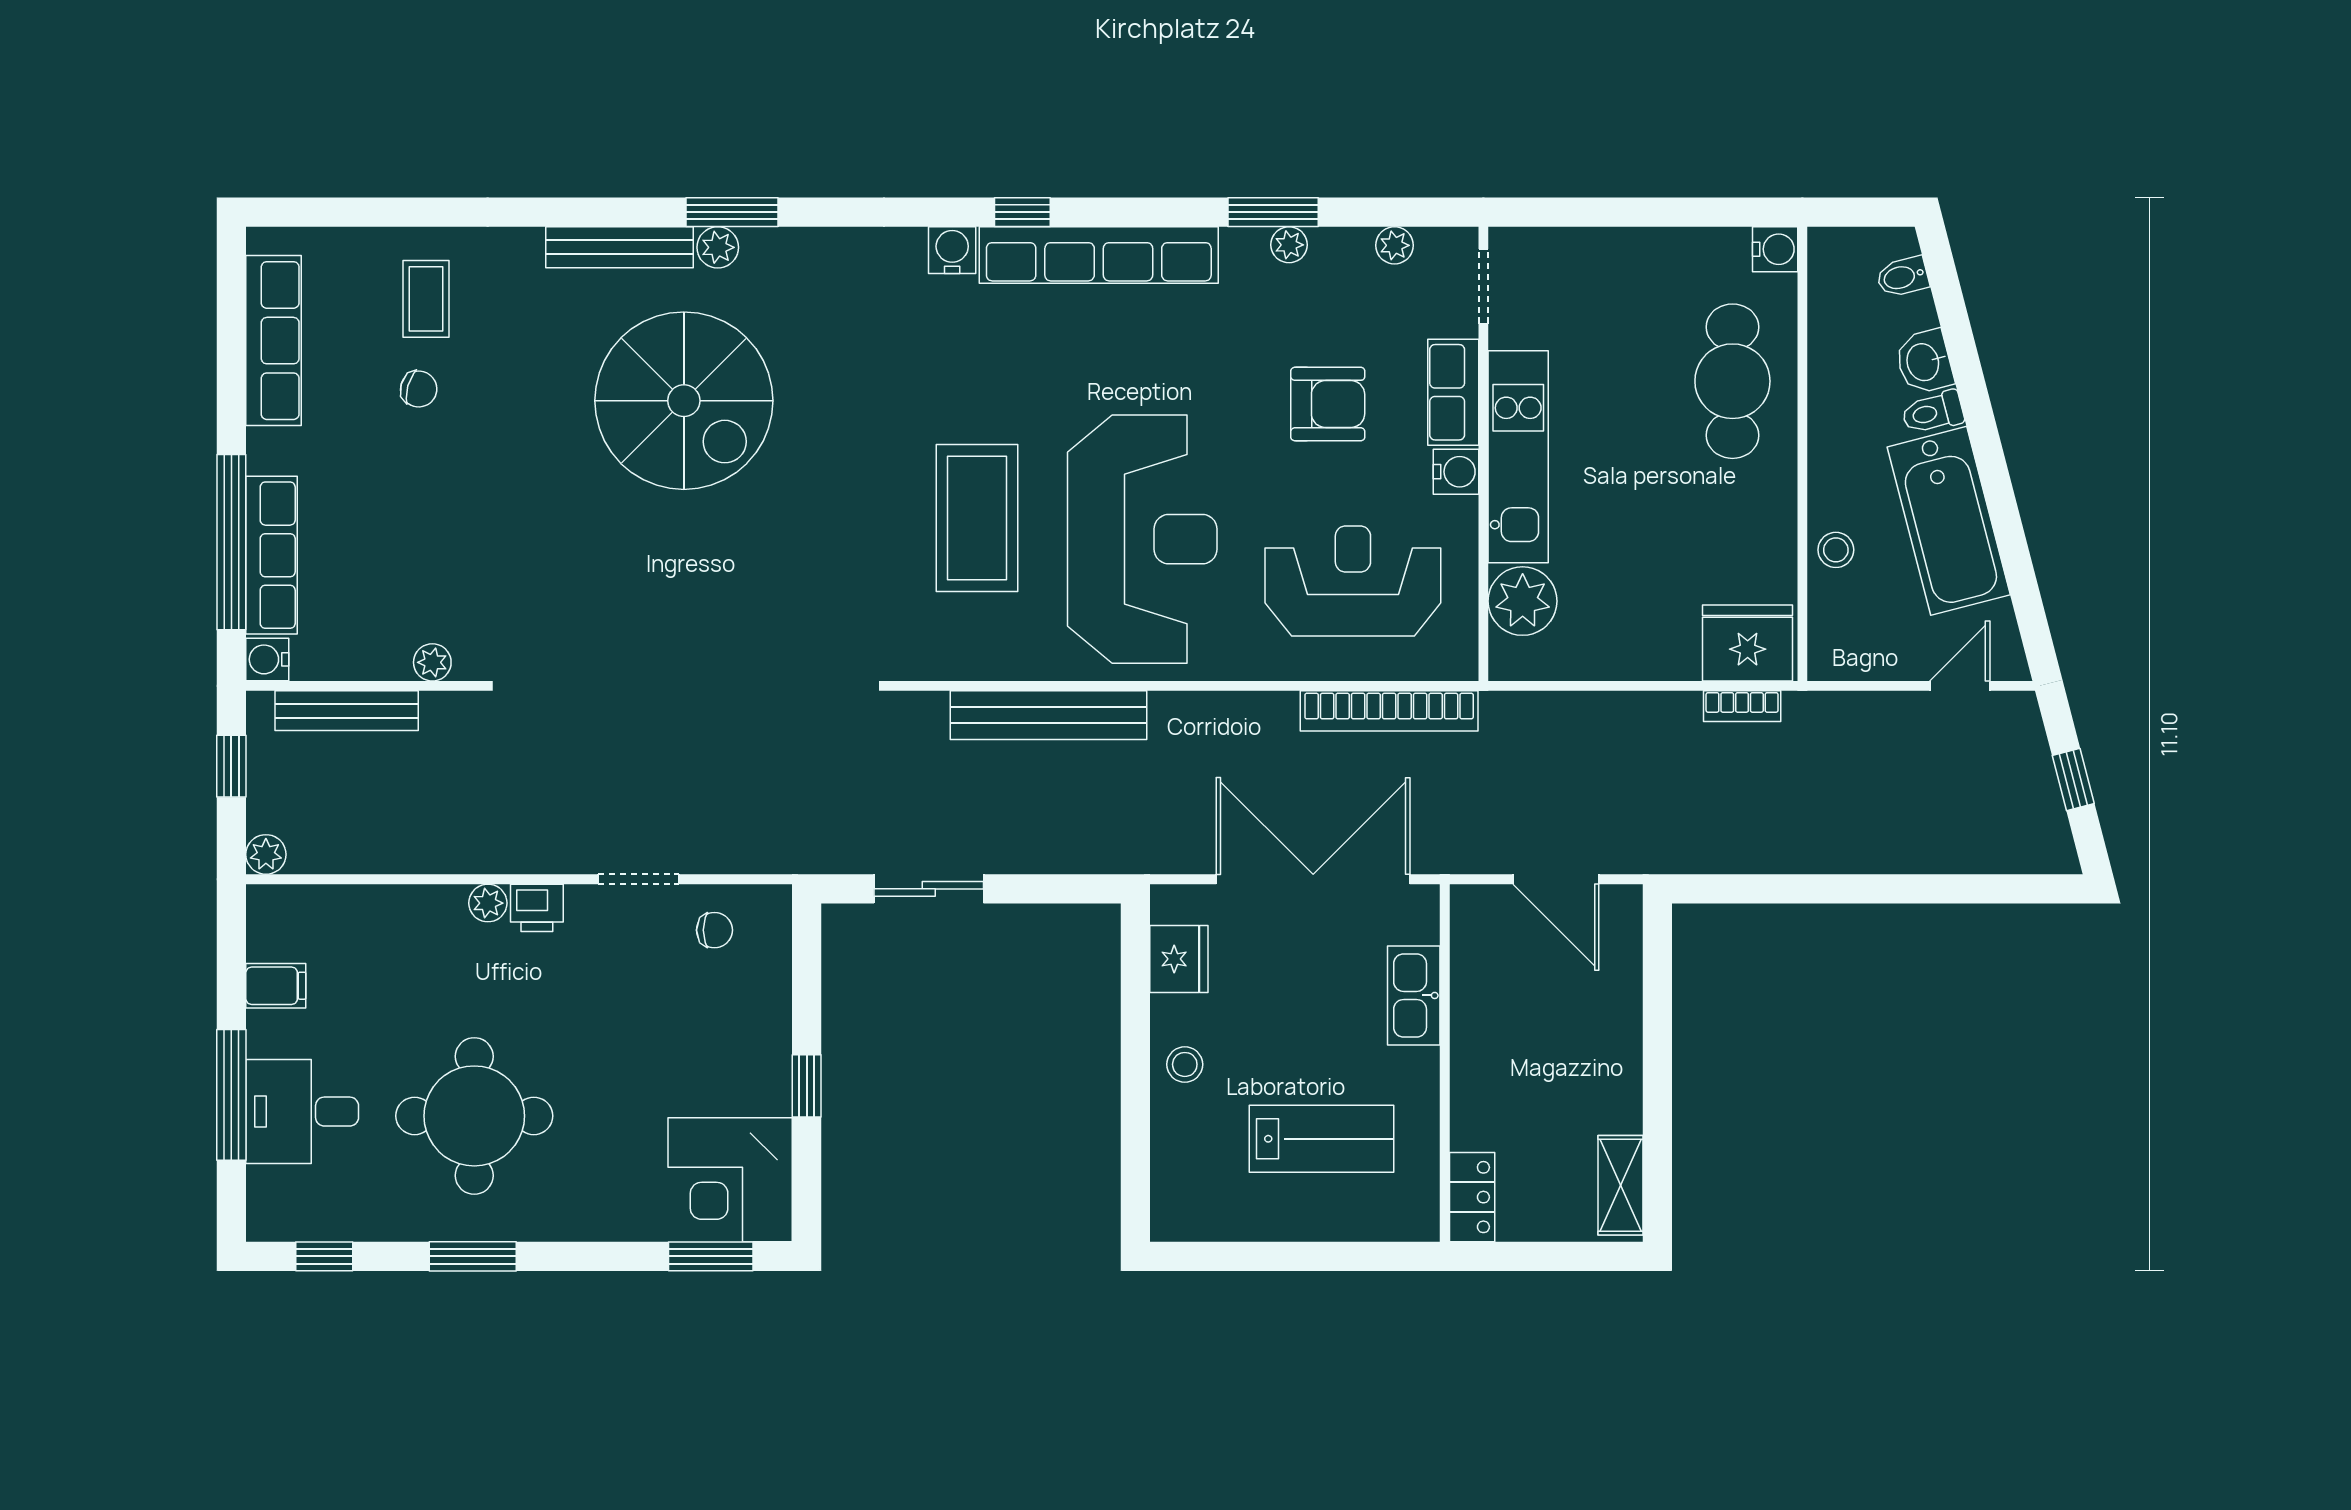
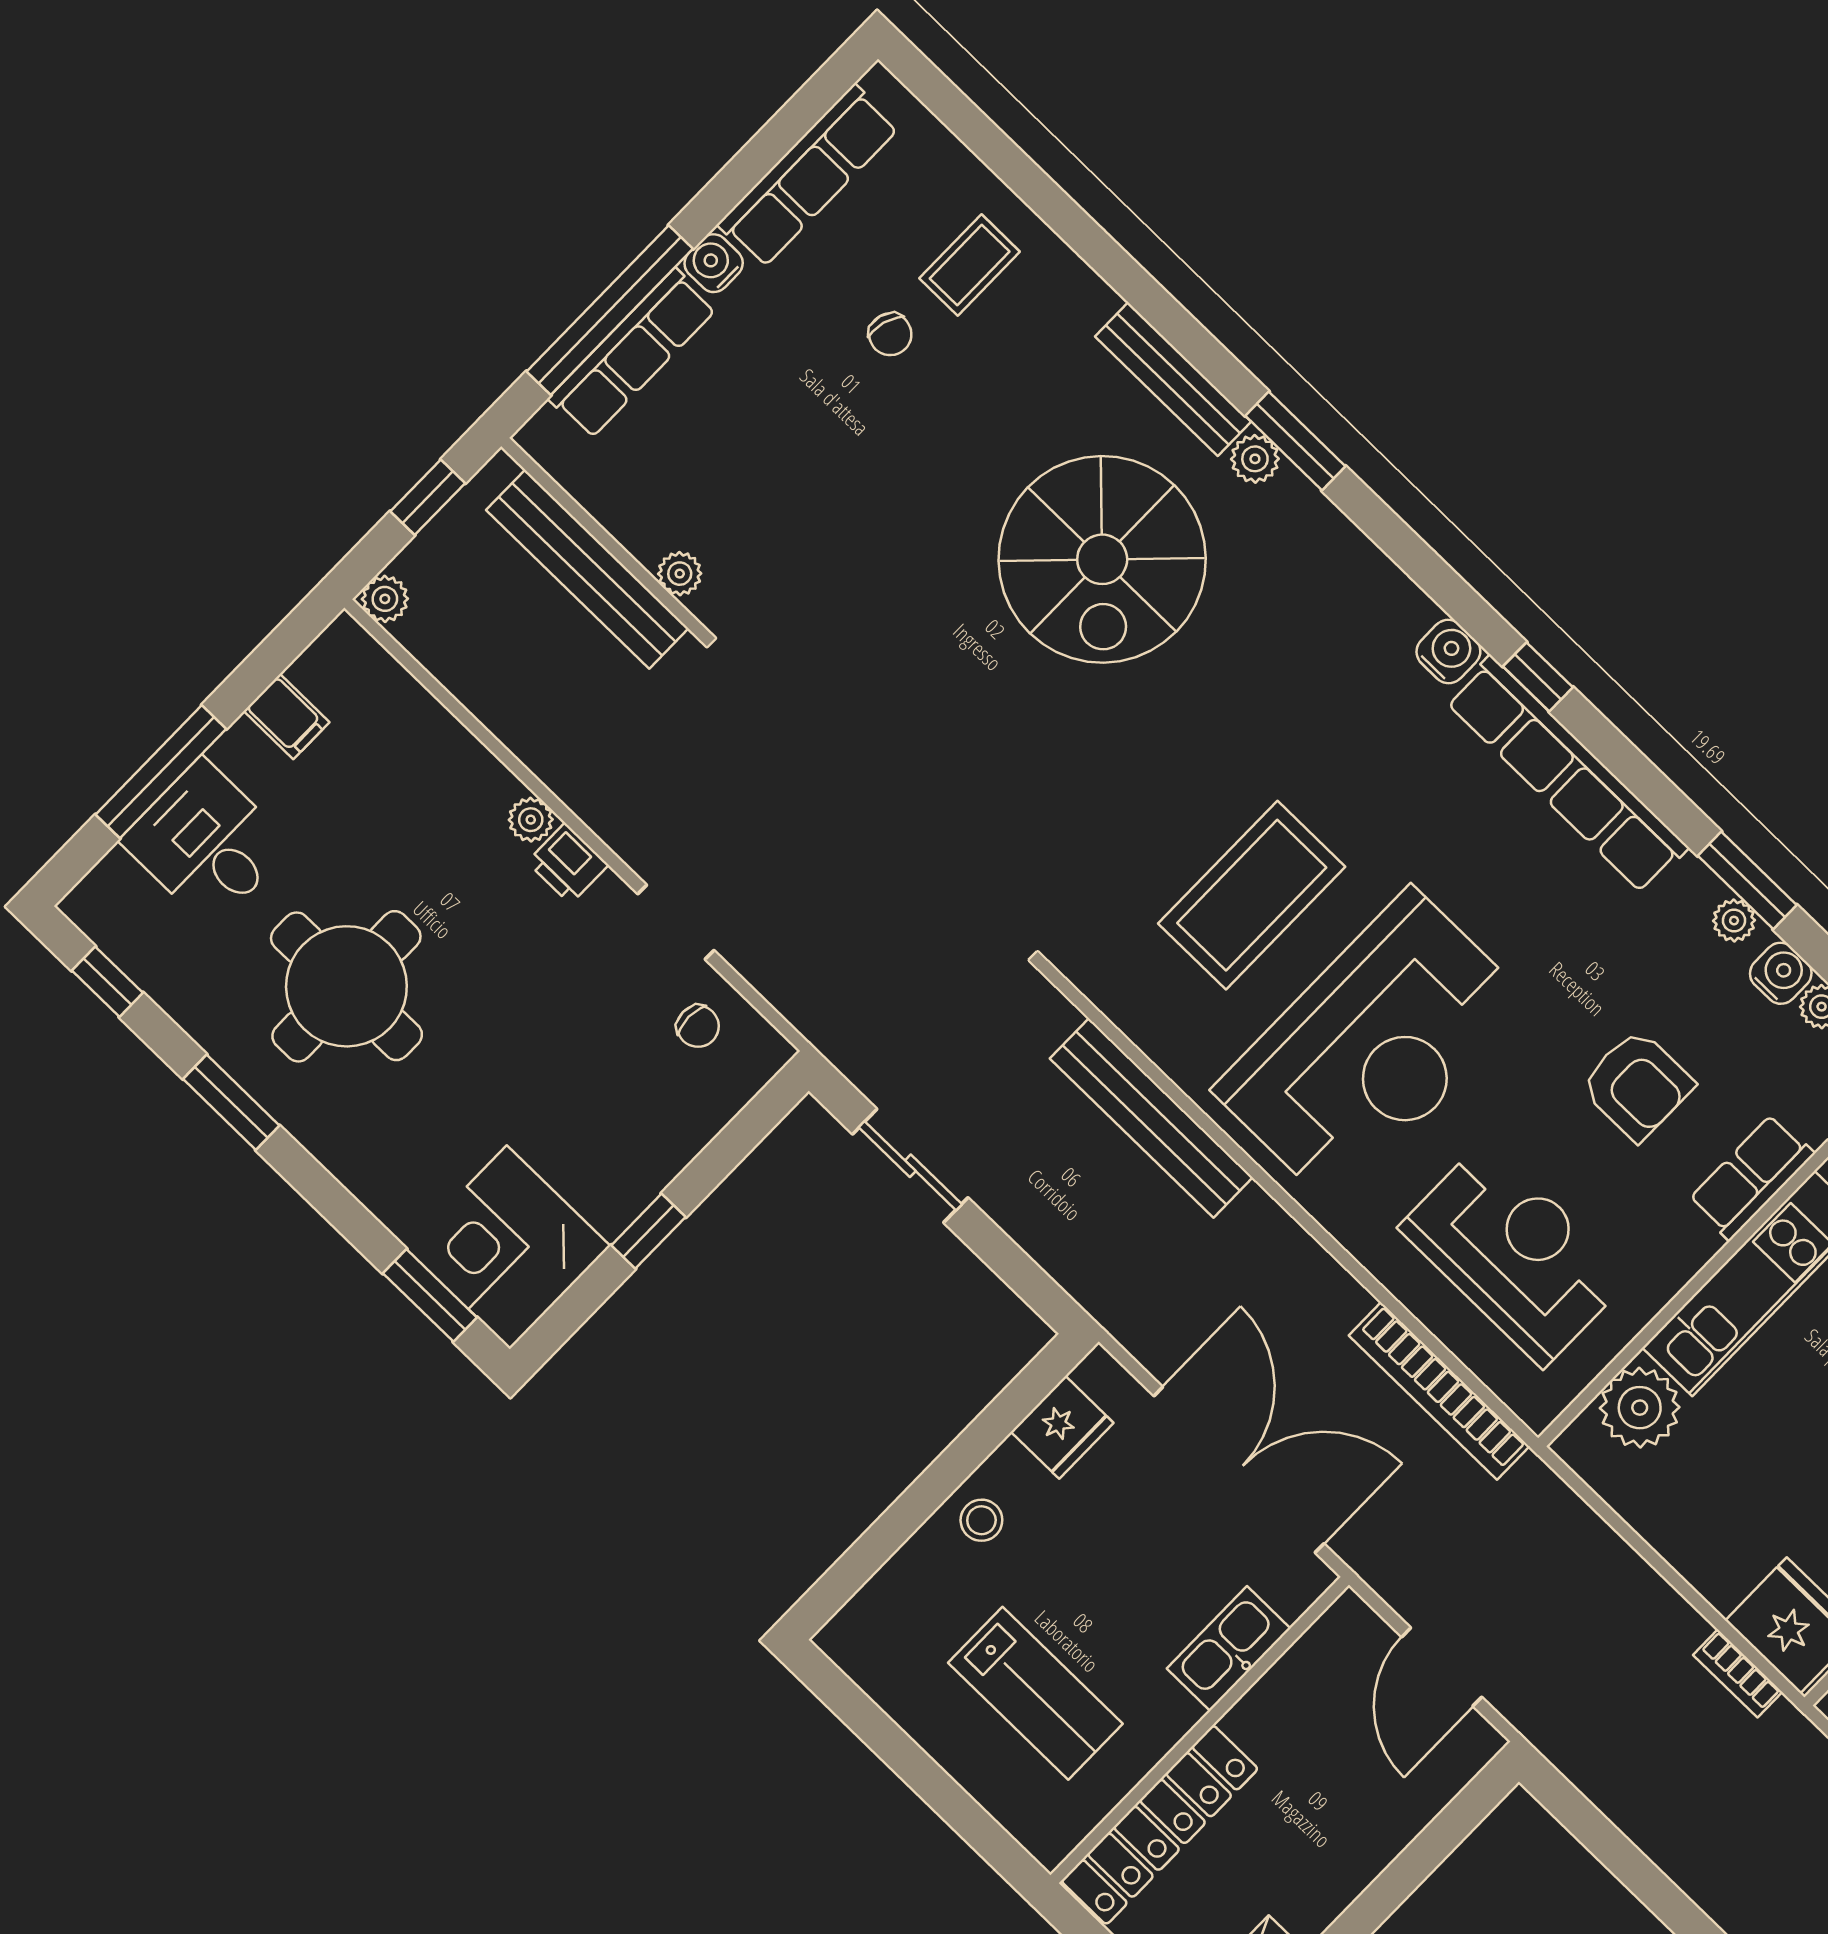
water cooler: (1456, 472) -> (1781, 973), moved, turned -90
water cooler: (267, 659) -> (714, 263), moved
bench: (347, 711) -> (587, 569), width x1.37, depth x1.21
locker: (1472, 1197) -> (1160, 1825), width x2.16, depth x1.21

